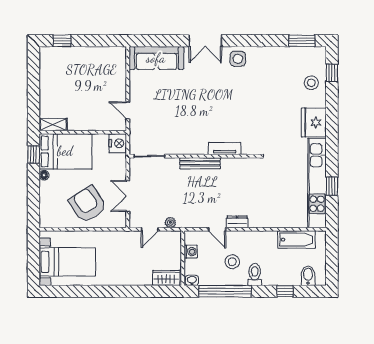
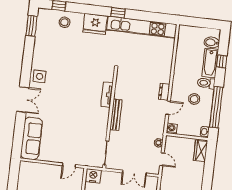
window: (332, 186) -> (118, 13), moved
bathtub: (297, 240) -> (210, 63), moved, turned 180
washing machine: (191, 252) -> (172, 129), moved

